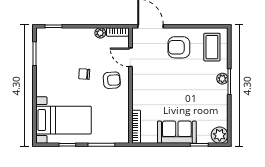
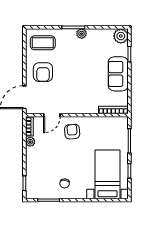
chair: (84, 74) -> (65, 183), moved
plant: (222, 79) -> (82, 34), moved

